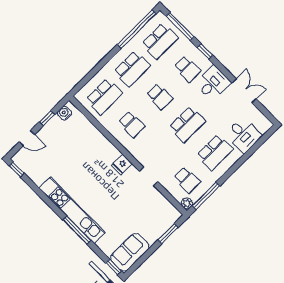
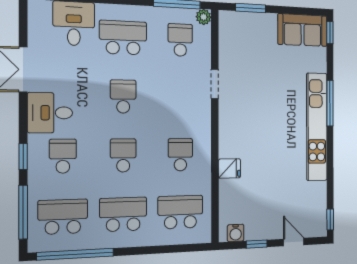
school desk: (187, 124) -> (123, 96), width x0.54
fridge: (122, 164) -> (229, 168), moved

